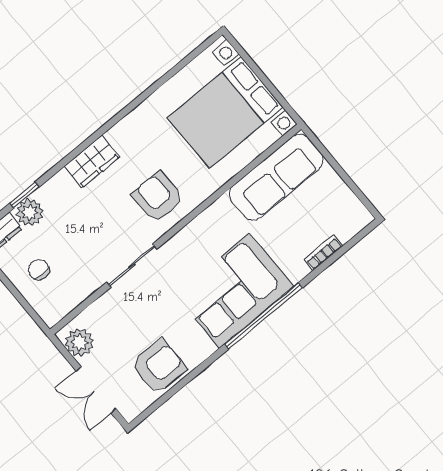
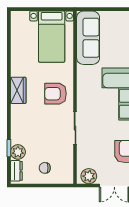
bed with nightstands: (225, 112) -> (52, 37), width x0.73
wardrobe: (92, 162) -> (18, 90), moved

